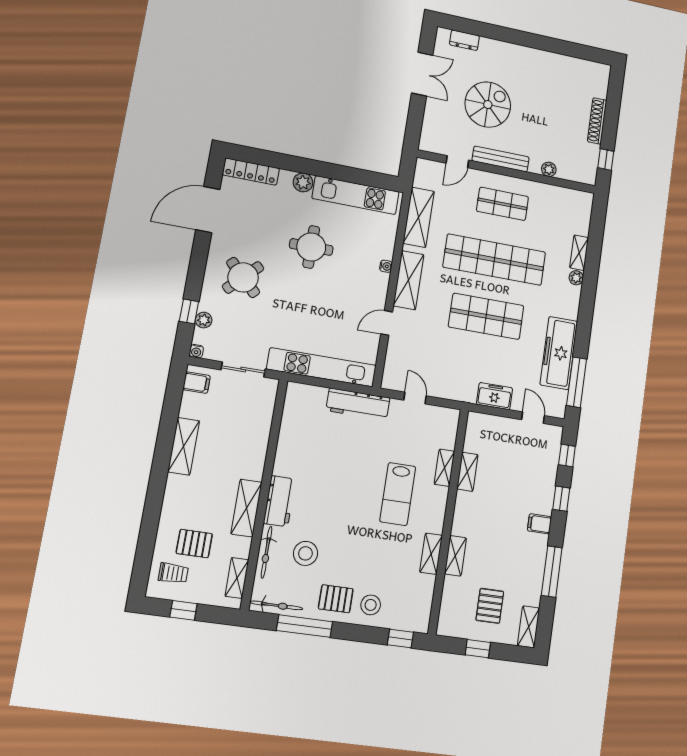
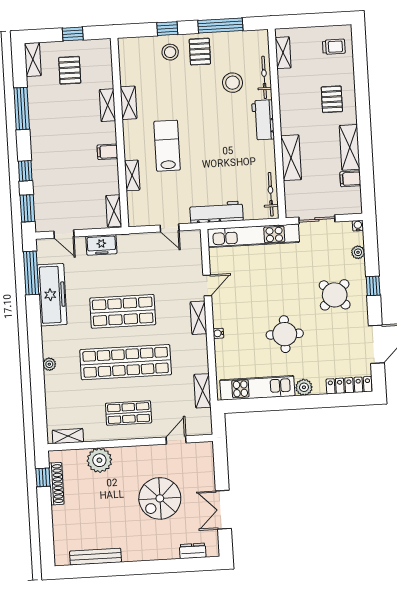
shoe rack: (597, 121) -> (56, 484), moved
bench: (501, 159) -> (96, 557), moved
plant: (549, 169) -> (99, 460), width x1.87, depth x1.87
shelving: (419, 217) -> (202, 391), width x0.67, depth x0.75
shelving: (579, 253) -> (68, 436), moved, turned 90
shelving: (409, 280) -> (198, 318), width x0.67, depth x0.75
window: (189, 311) -> (373, 286), moved
filing cabinet: (197, 383) -> (350, 179), moved
window: (567, 456) -> (27, 208), width x1.50
shelving: (467, 472) -> (114, 211), moved
shelving: (247, 508) -> (291, 158), moved
filing cabinet: (539, 524) -> (107, 152), moved, turned 180
pallet: (194, 544) -> (332, 99), moved, turned 90
trolley: (173, 573) -> (334, 47), turned 180
pallet: (336, 599) -> (200, 52), turned 90
bicycle: (276, 605) -> (271, 194), moved, turned 90
window: (183, 610) -> (319, 20), removed
window: (400, 639) -> (167, 29), moved

